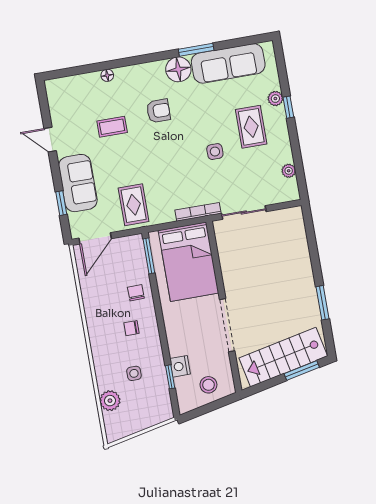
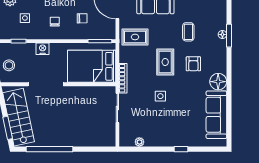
window: (196, 50) -> (229, 36), moved
plant: (275, 99) -> (188, 142), removed
rug: (251, 127) -> (165, 62), moved, turned 90
chair: (136, 293) -> (82, 18), moved
window: (322, 303) -> (50, 149), width x2.11
nightstand: (180, 366) -> (43, 49), moved

